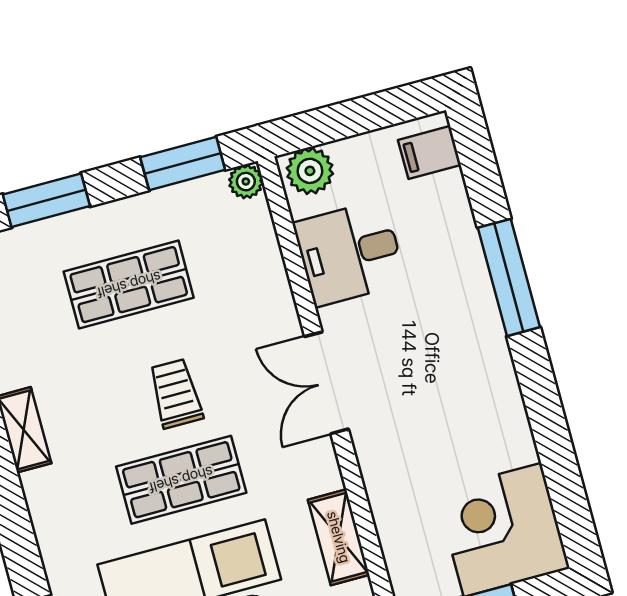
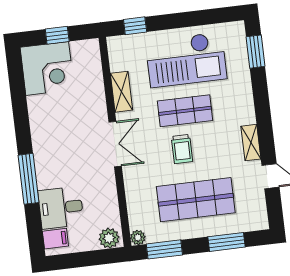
desk: (350, 253) -> (61, 208), moved, turned 180
shop shelf: (129, 285) -> (196, 200), width x1.43, depth x1.36
shelving: (339, 537) -> (122, 92), moved

